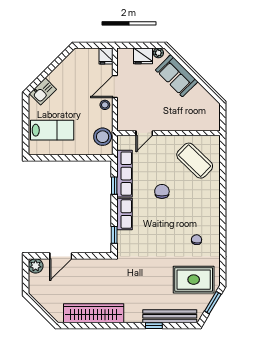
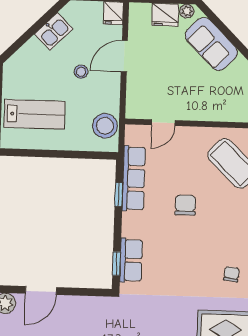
kitchen sink: (43, 91) -> (54, 31), moved
stool: (105, 105) -> (81, 72), moved
row of seats: (124, 214) -> (131, 260), moved

